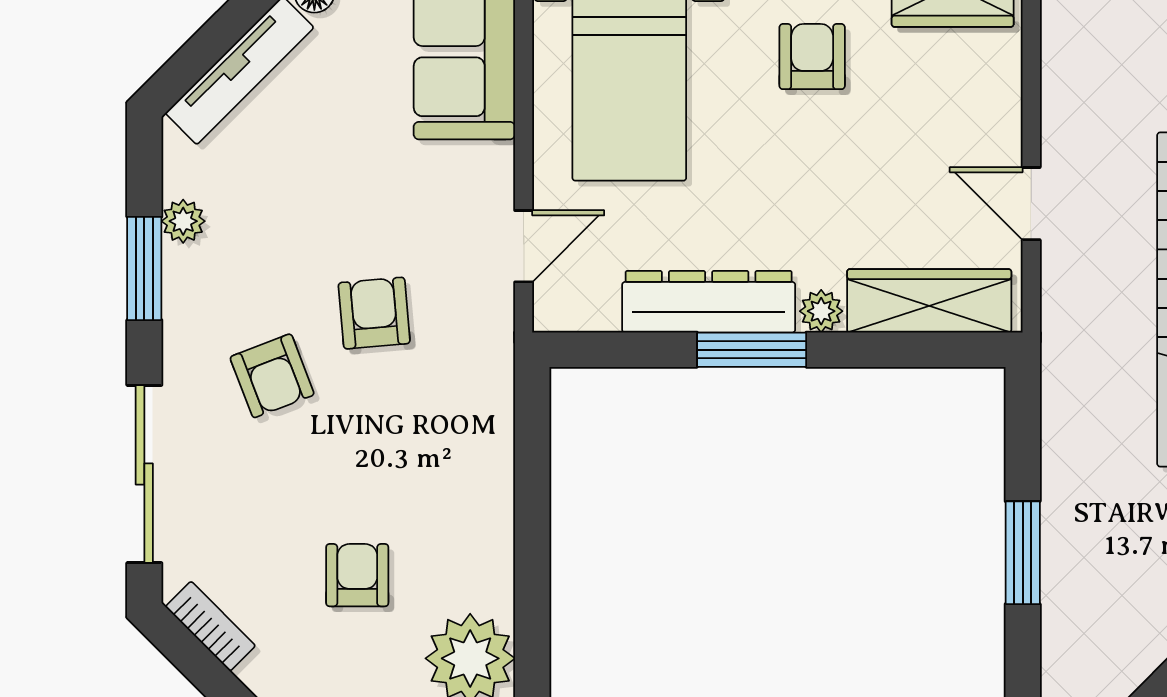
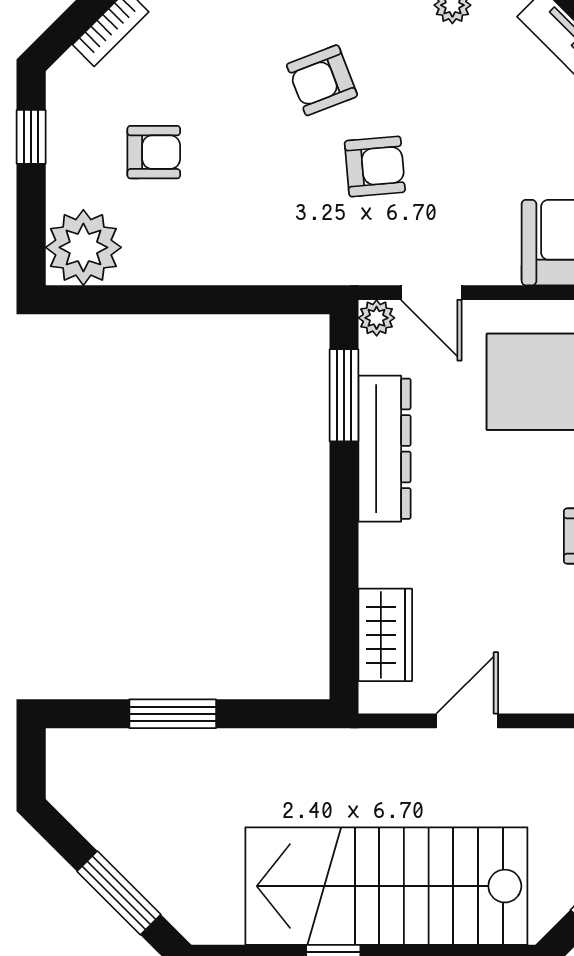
wardrobe: (929, 301) -> (385, 635), width x0.67
plant: (821, 311) -> (377, 318), moved
window: (752, 350) -> (344, 395), moved

